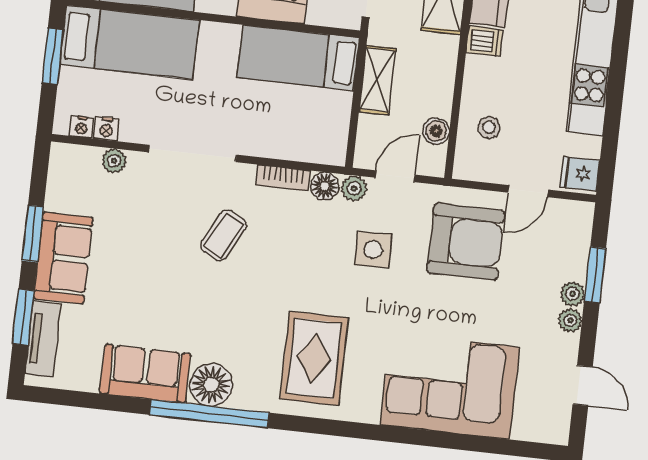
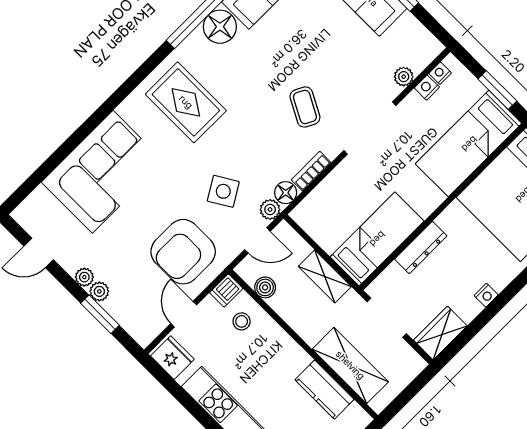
dishwasher: (484, 41) -> (226, 290), moved
fridge: (580, 174) -> (172, 358), width x1.38
door: (395, 176) -> (257, 240), hinge flipped
side table: (373, 250) -> (223, 191), turned -30

